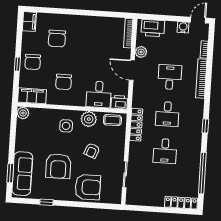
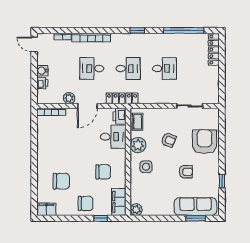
water cooler: (183, 27) -> (42, 71), moved
printer: (153, 28) -> (42, 83), width x0.53, depth x0.68
window: (17, 64) -> (101, 218), moved
locker: (136, 125) -> (122, 98), moved
armchair: (58, 166) -> (186, 172), width x0.53, depth x0.53

